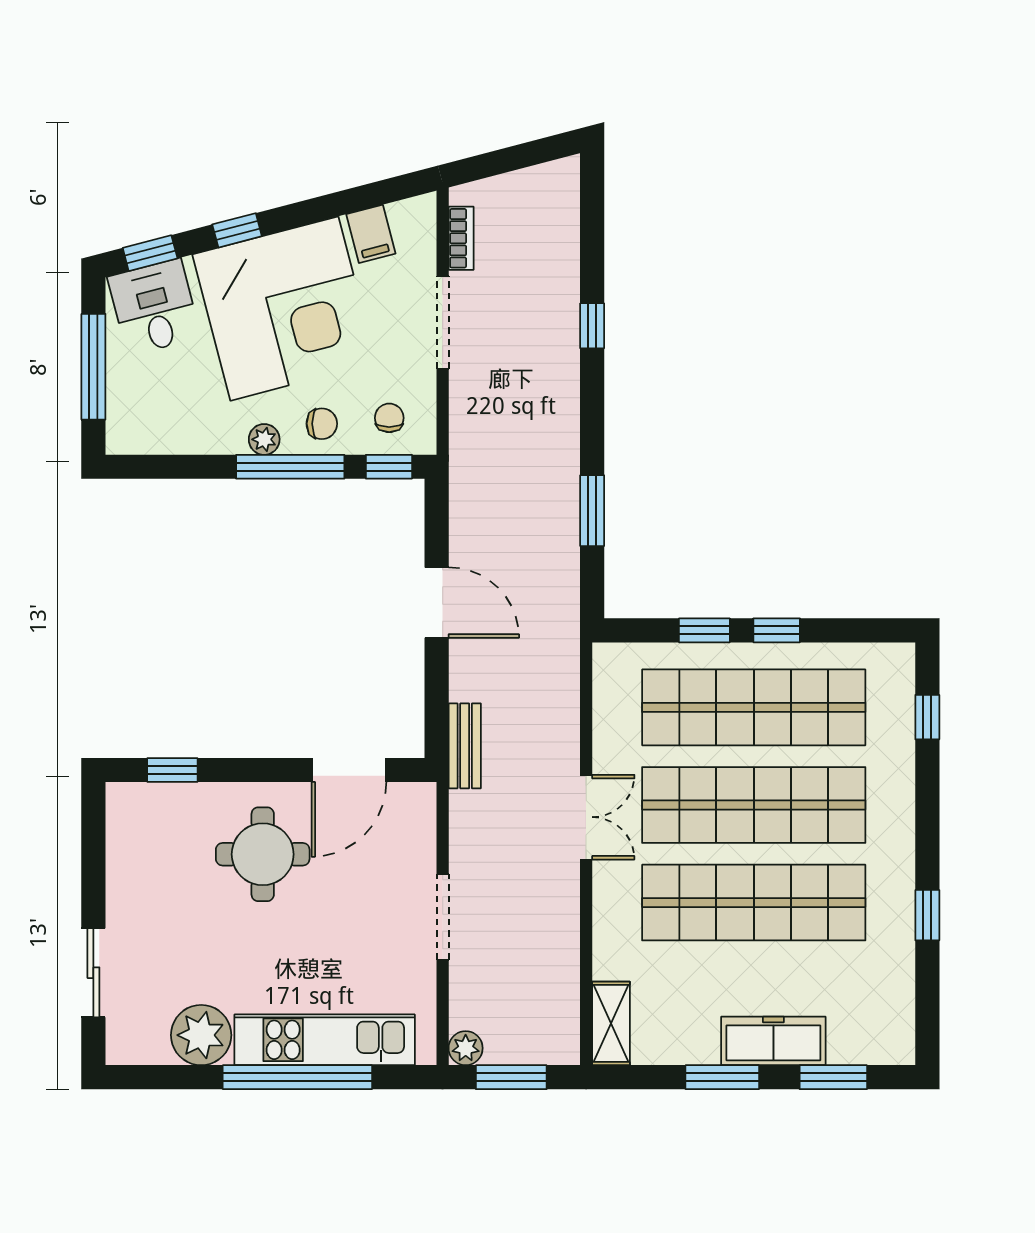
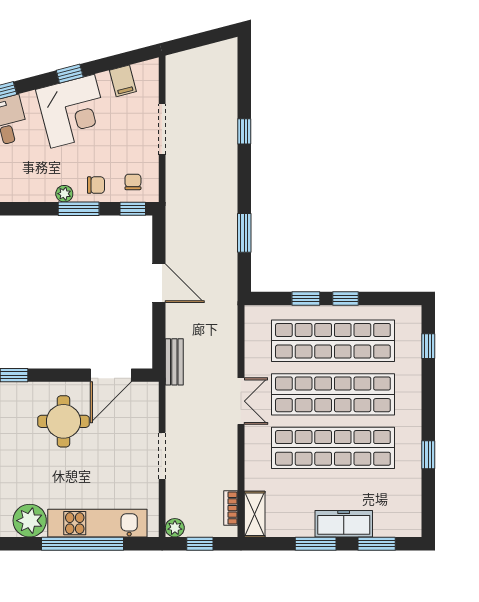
window: (237, 230) -> (70, 74), moved
bookcase: (461, 238) -> (231, 508), moved, turned 180
corner desk: (284, 309) -> (73, 111), width x0.74, depth x0.74
window: (290, 467) -> (79, 209), width x0.69
window: (511, 1077) -> (200, 544), width x0.67

